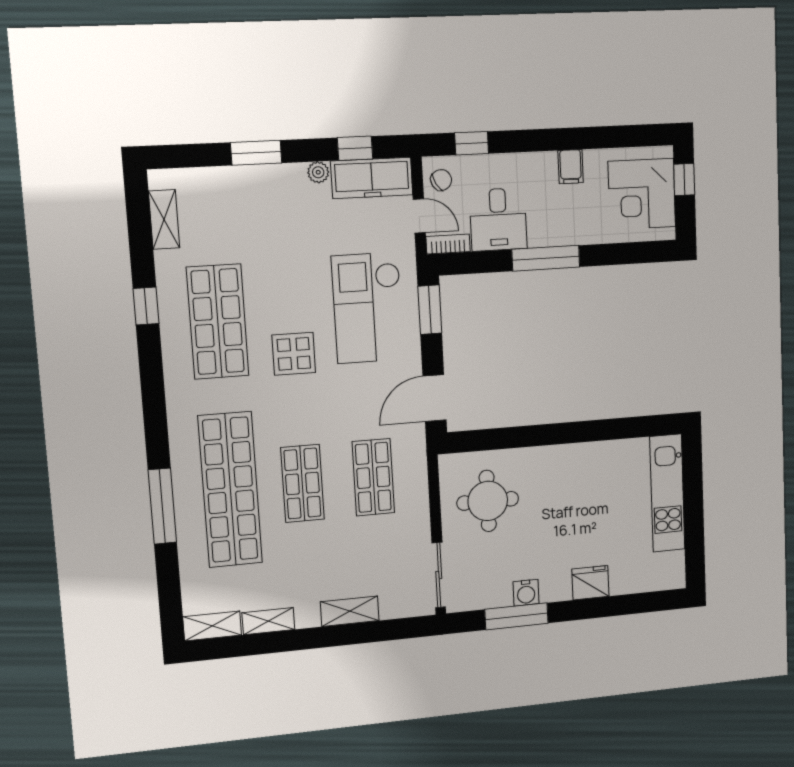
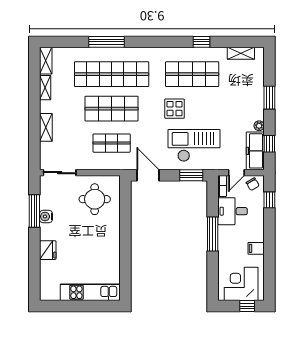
shop shelf: (302, 483) -> (112, 109), width x1.43, depth x1.36

